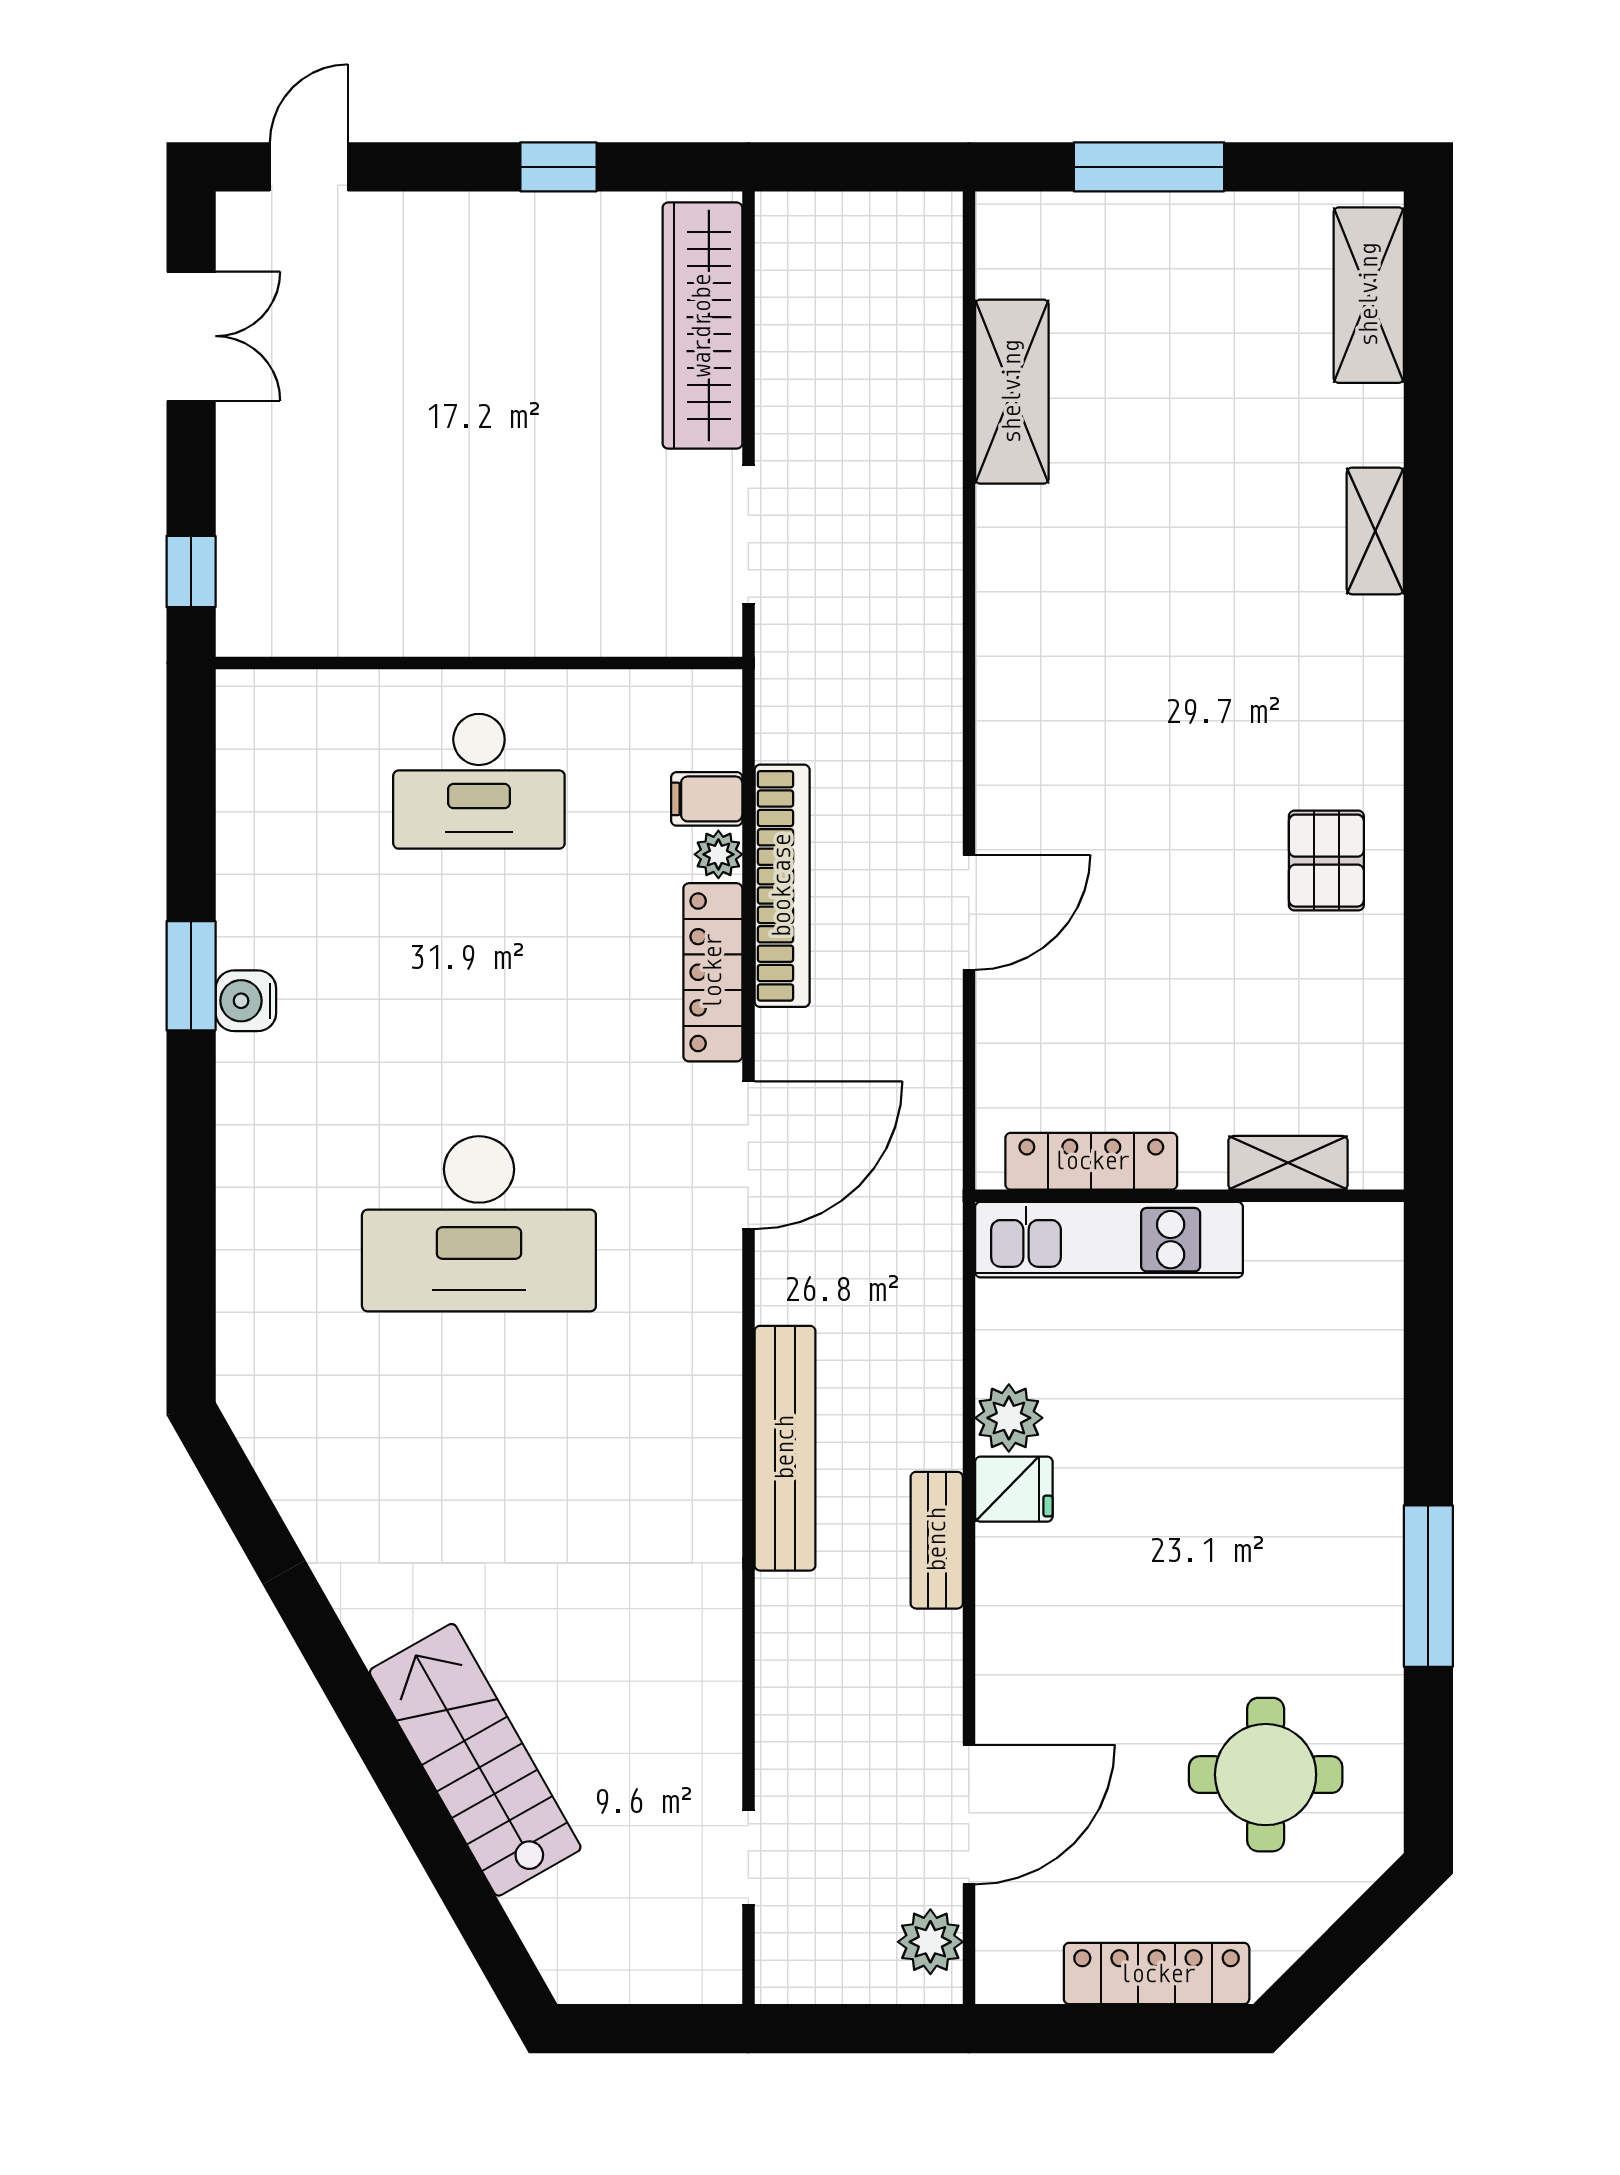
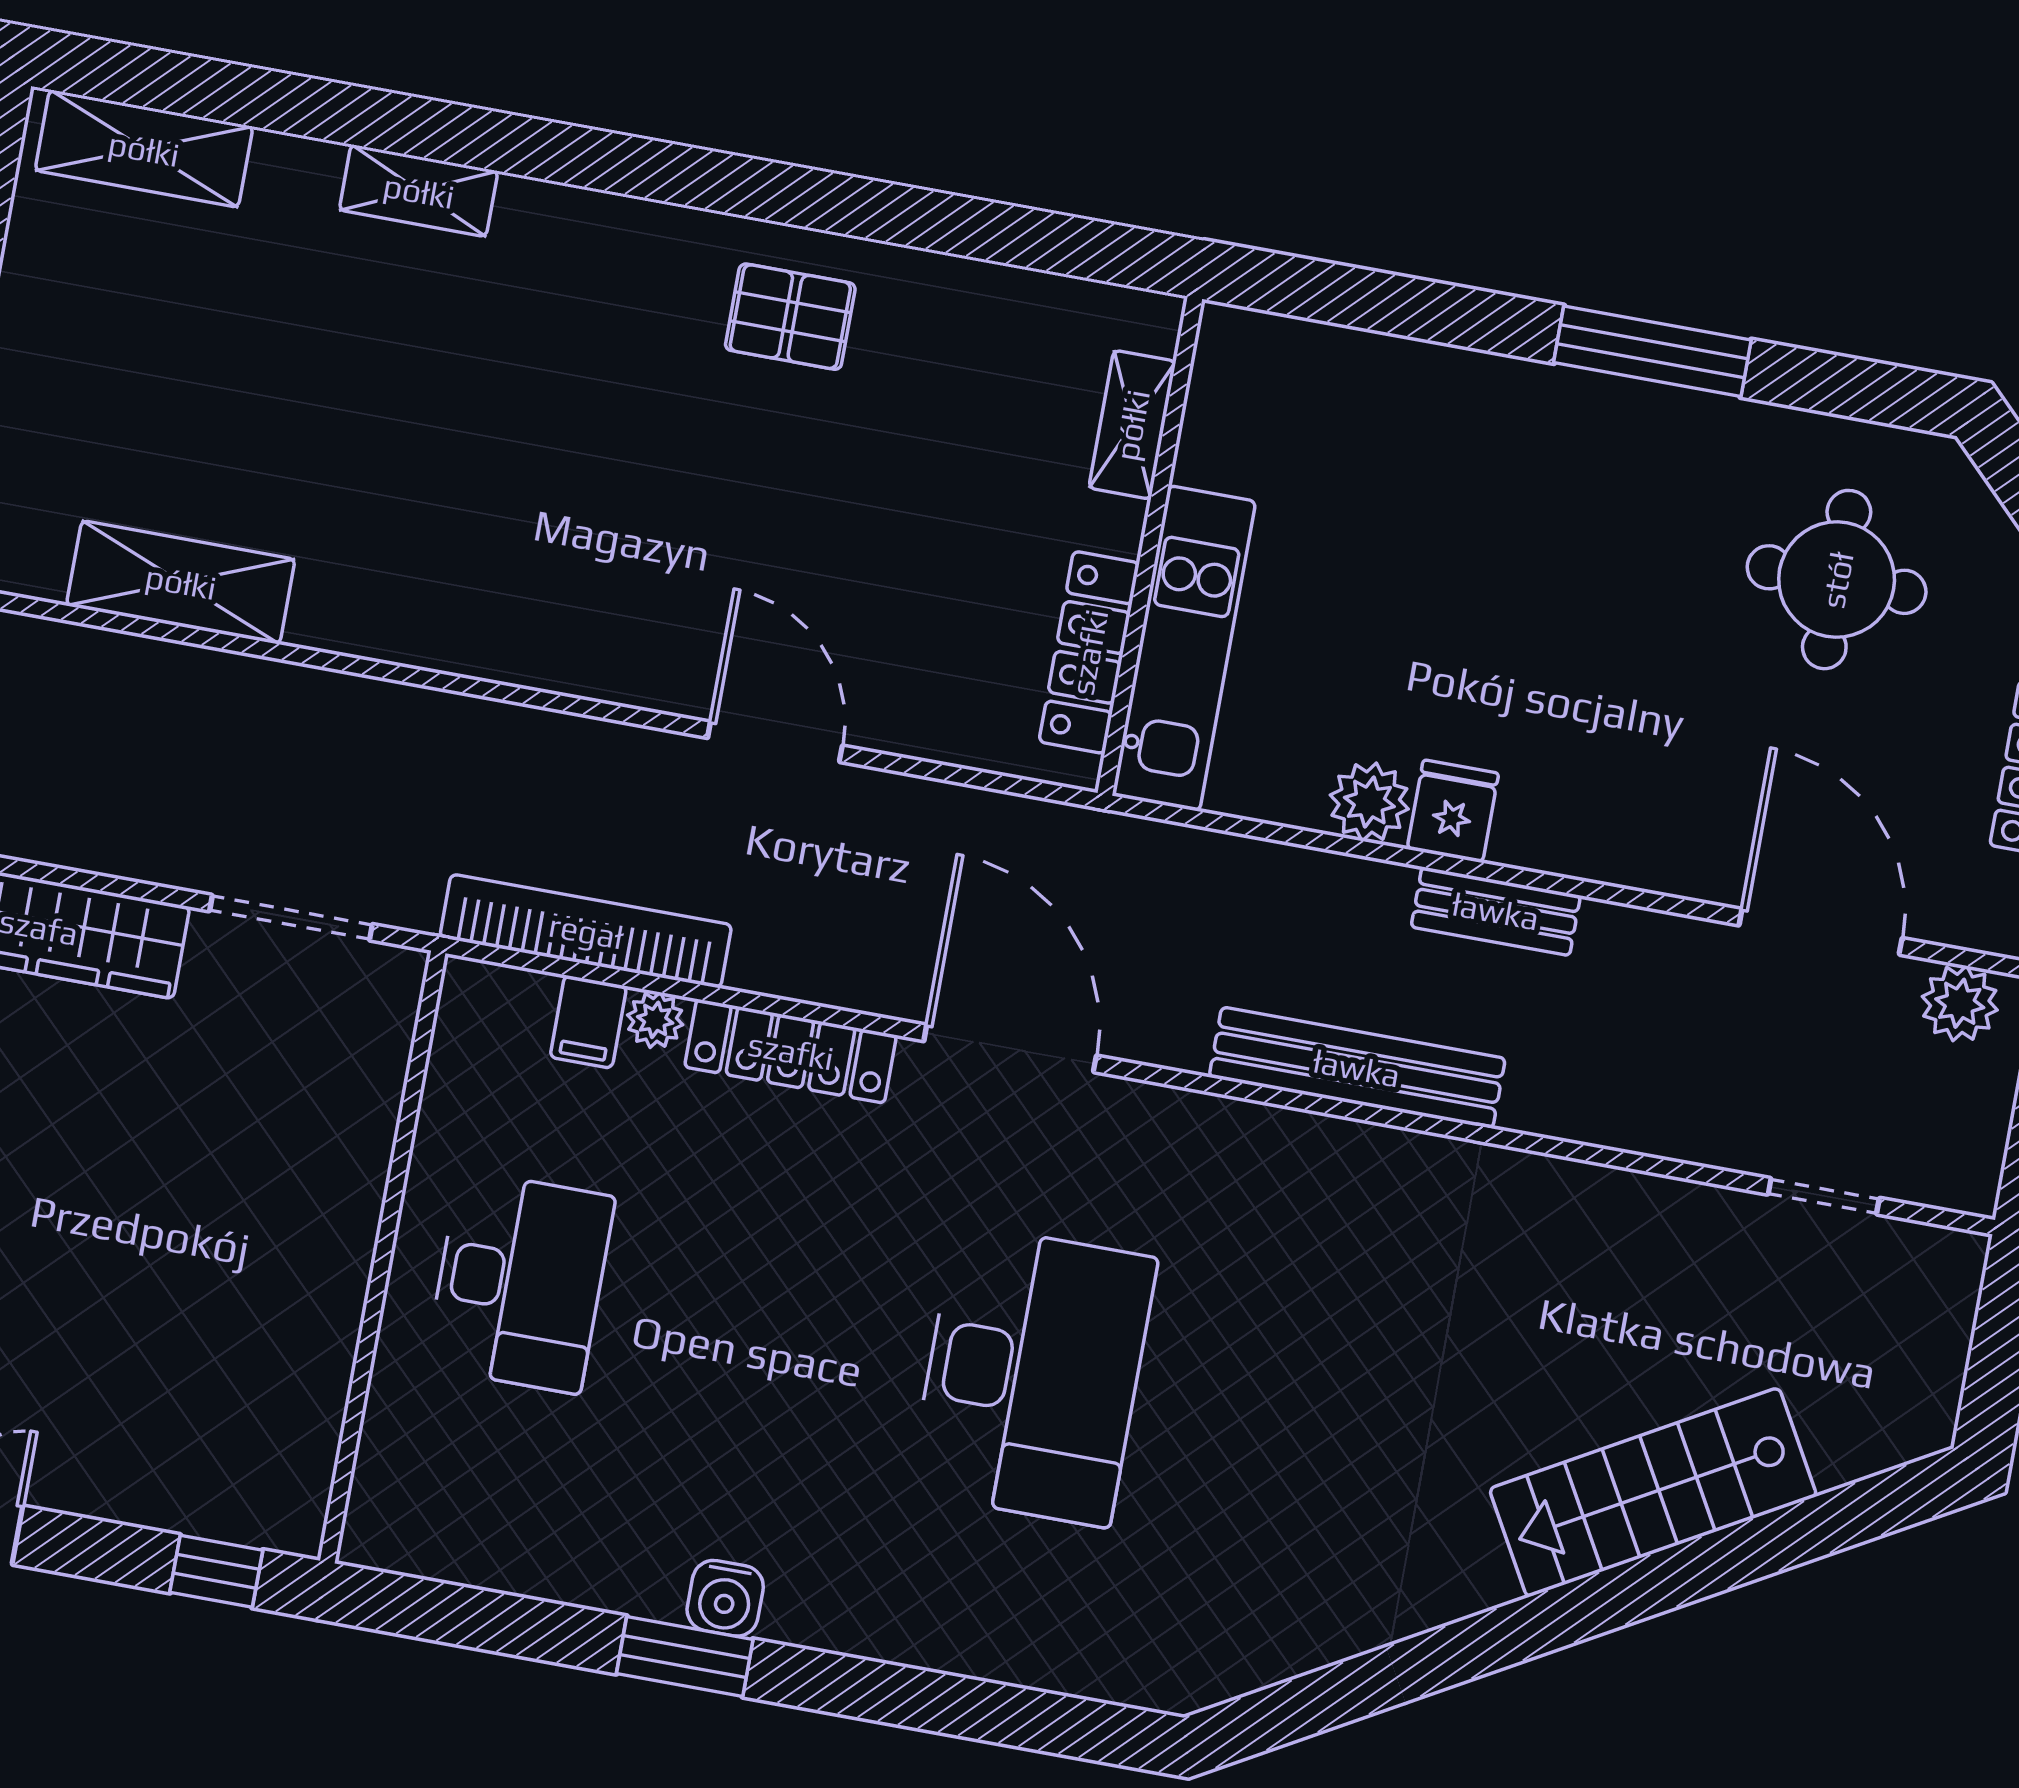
bookcase: (782, 886) -> (586, 931), moved

